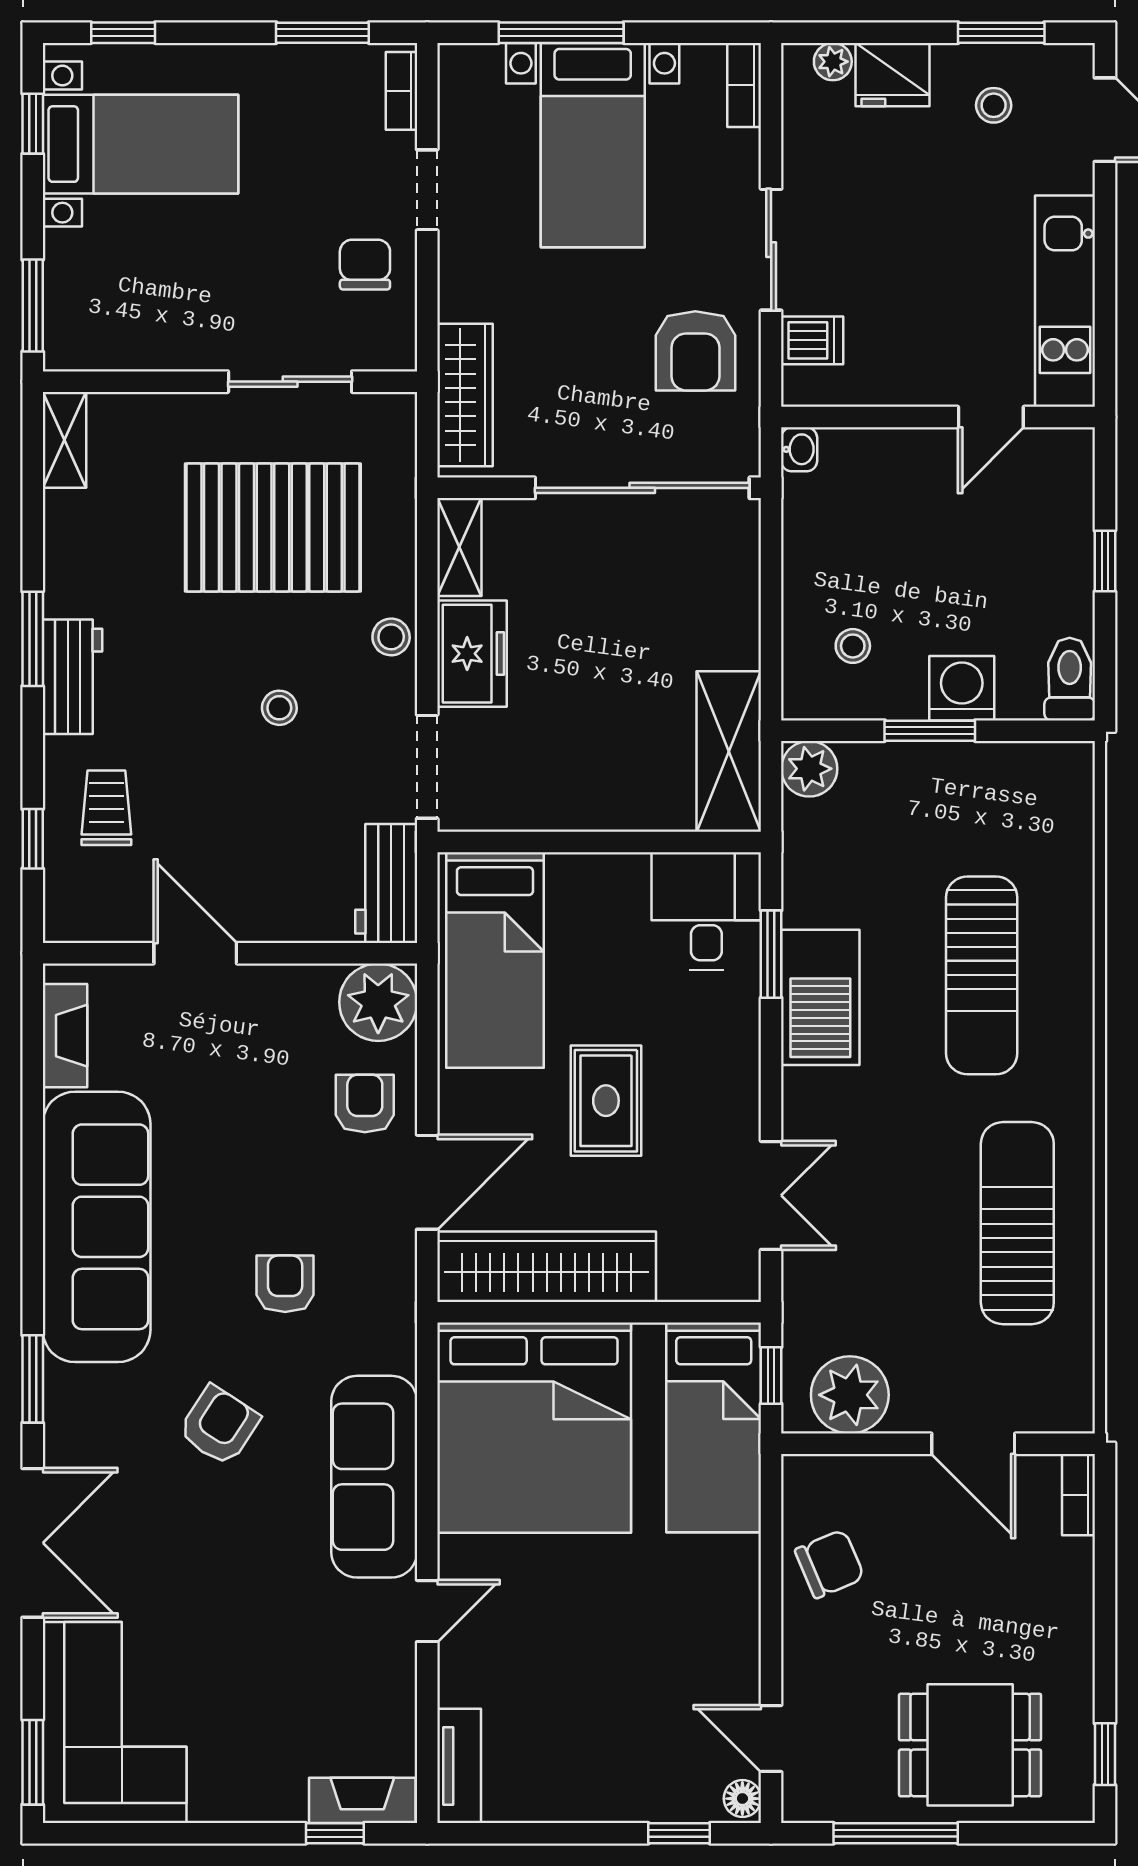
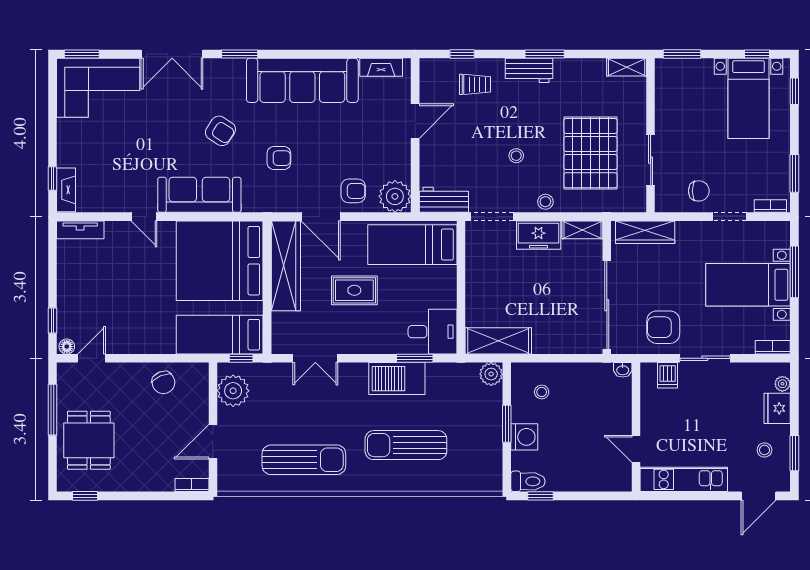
window: (1105, 561) -> (540, 496), moved

